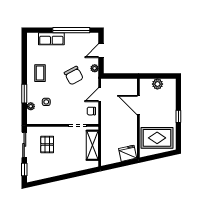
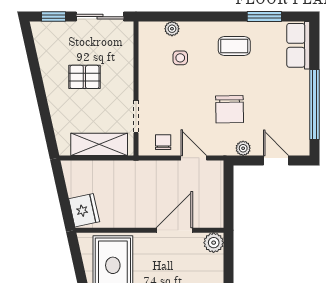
row of seats: (51, 39) -> (298, 45), moved
chair: (74, 76) -> (230, 109), turned -63
plant: (157, 84) -> (214, 243), moved
window: (24, 94) -> (264, 17), moved
pallet: (47, 145) -> (84, 77), moved

